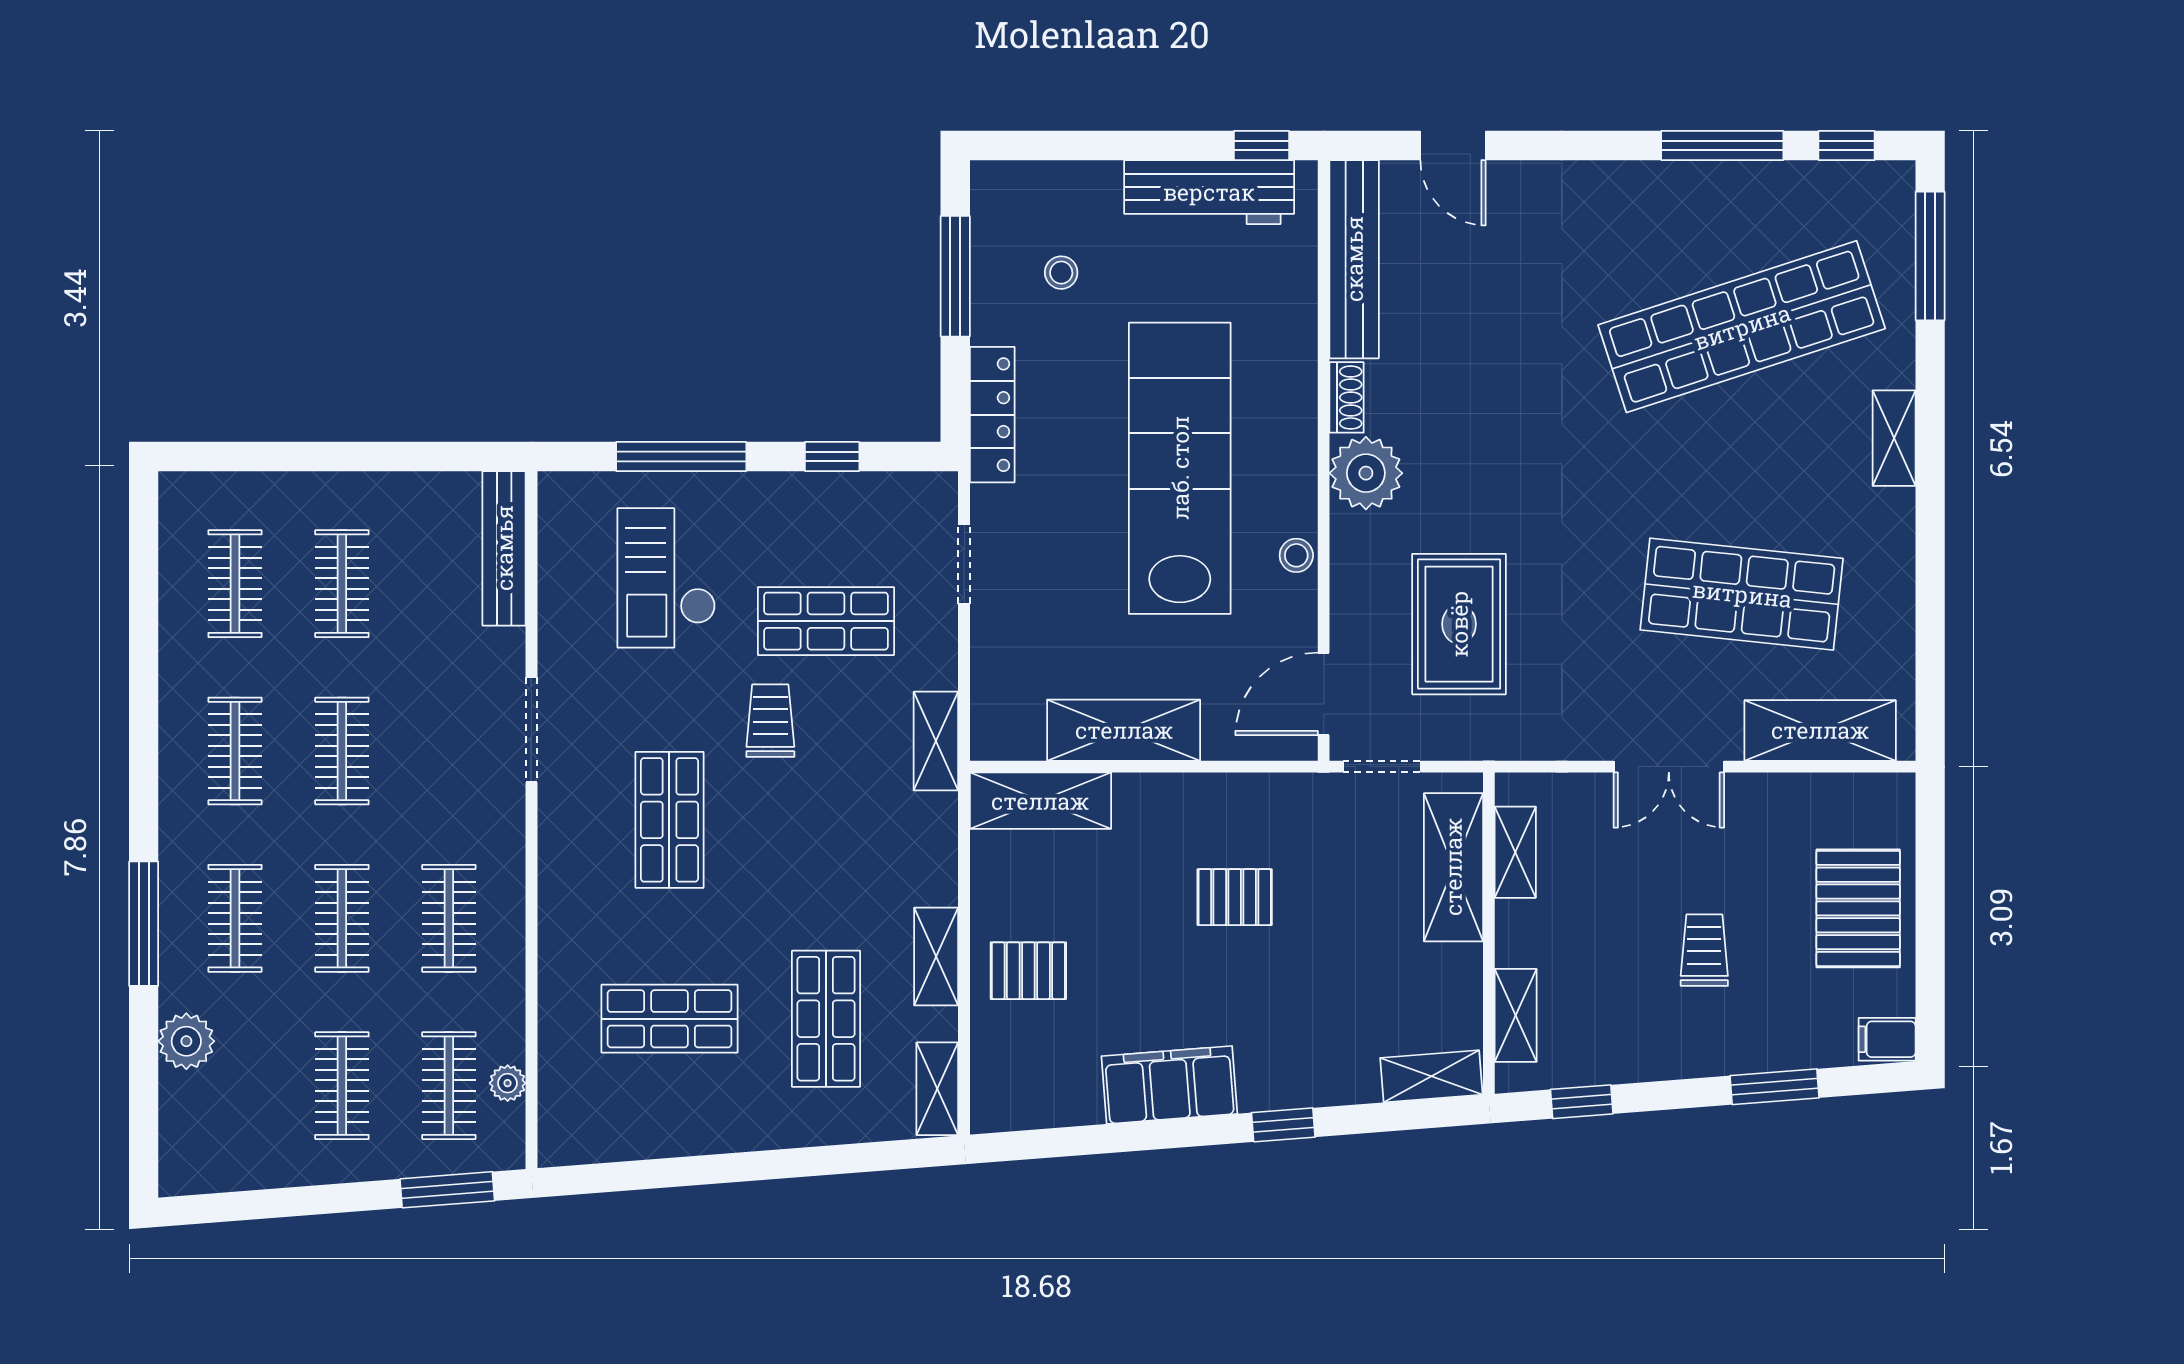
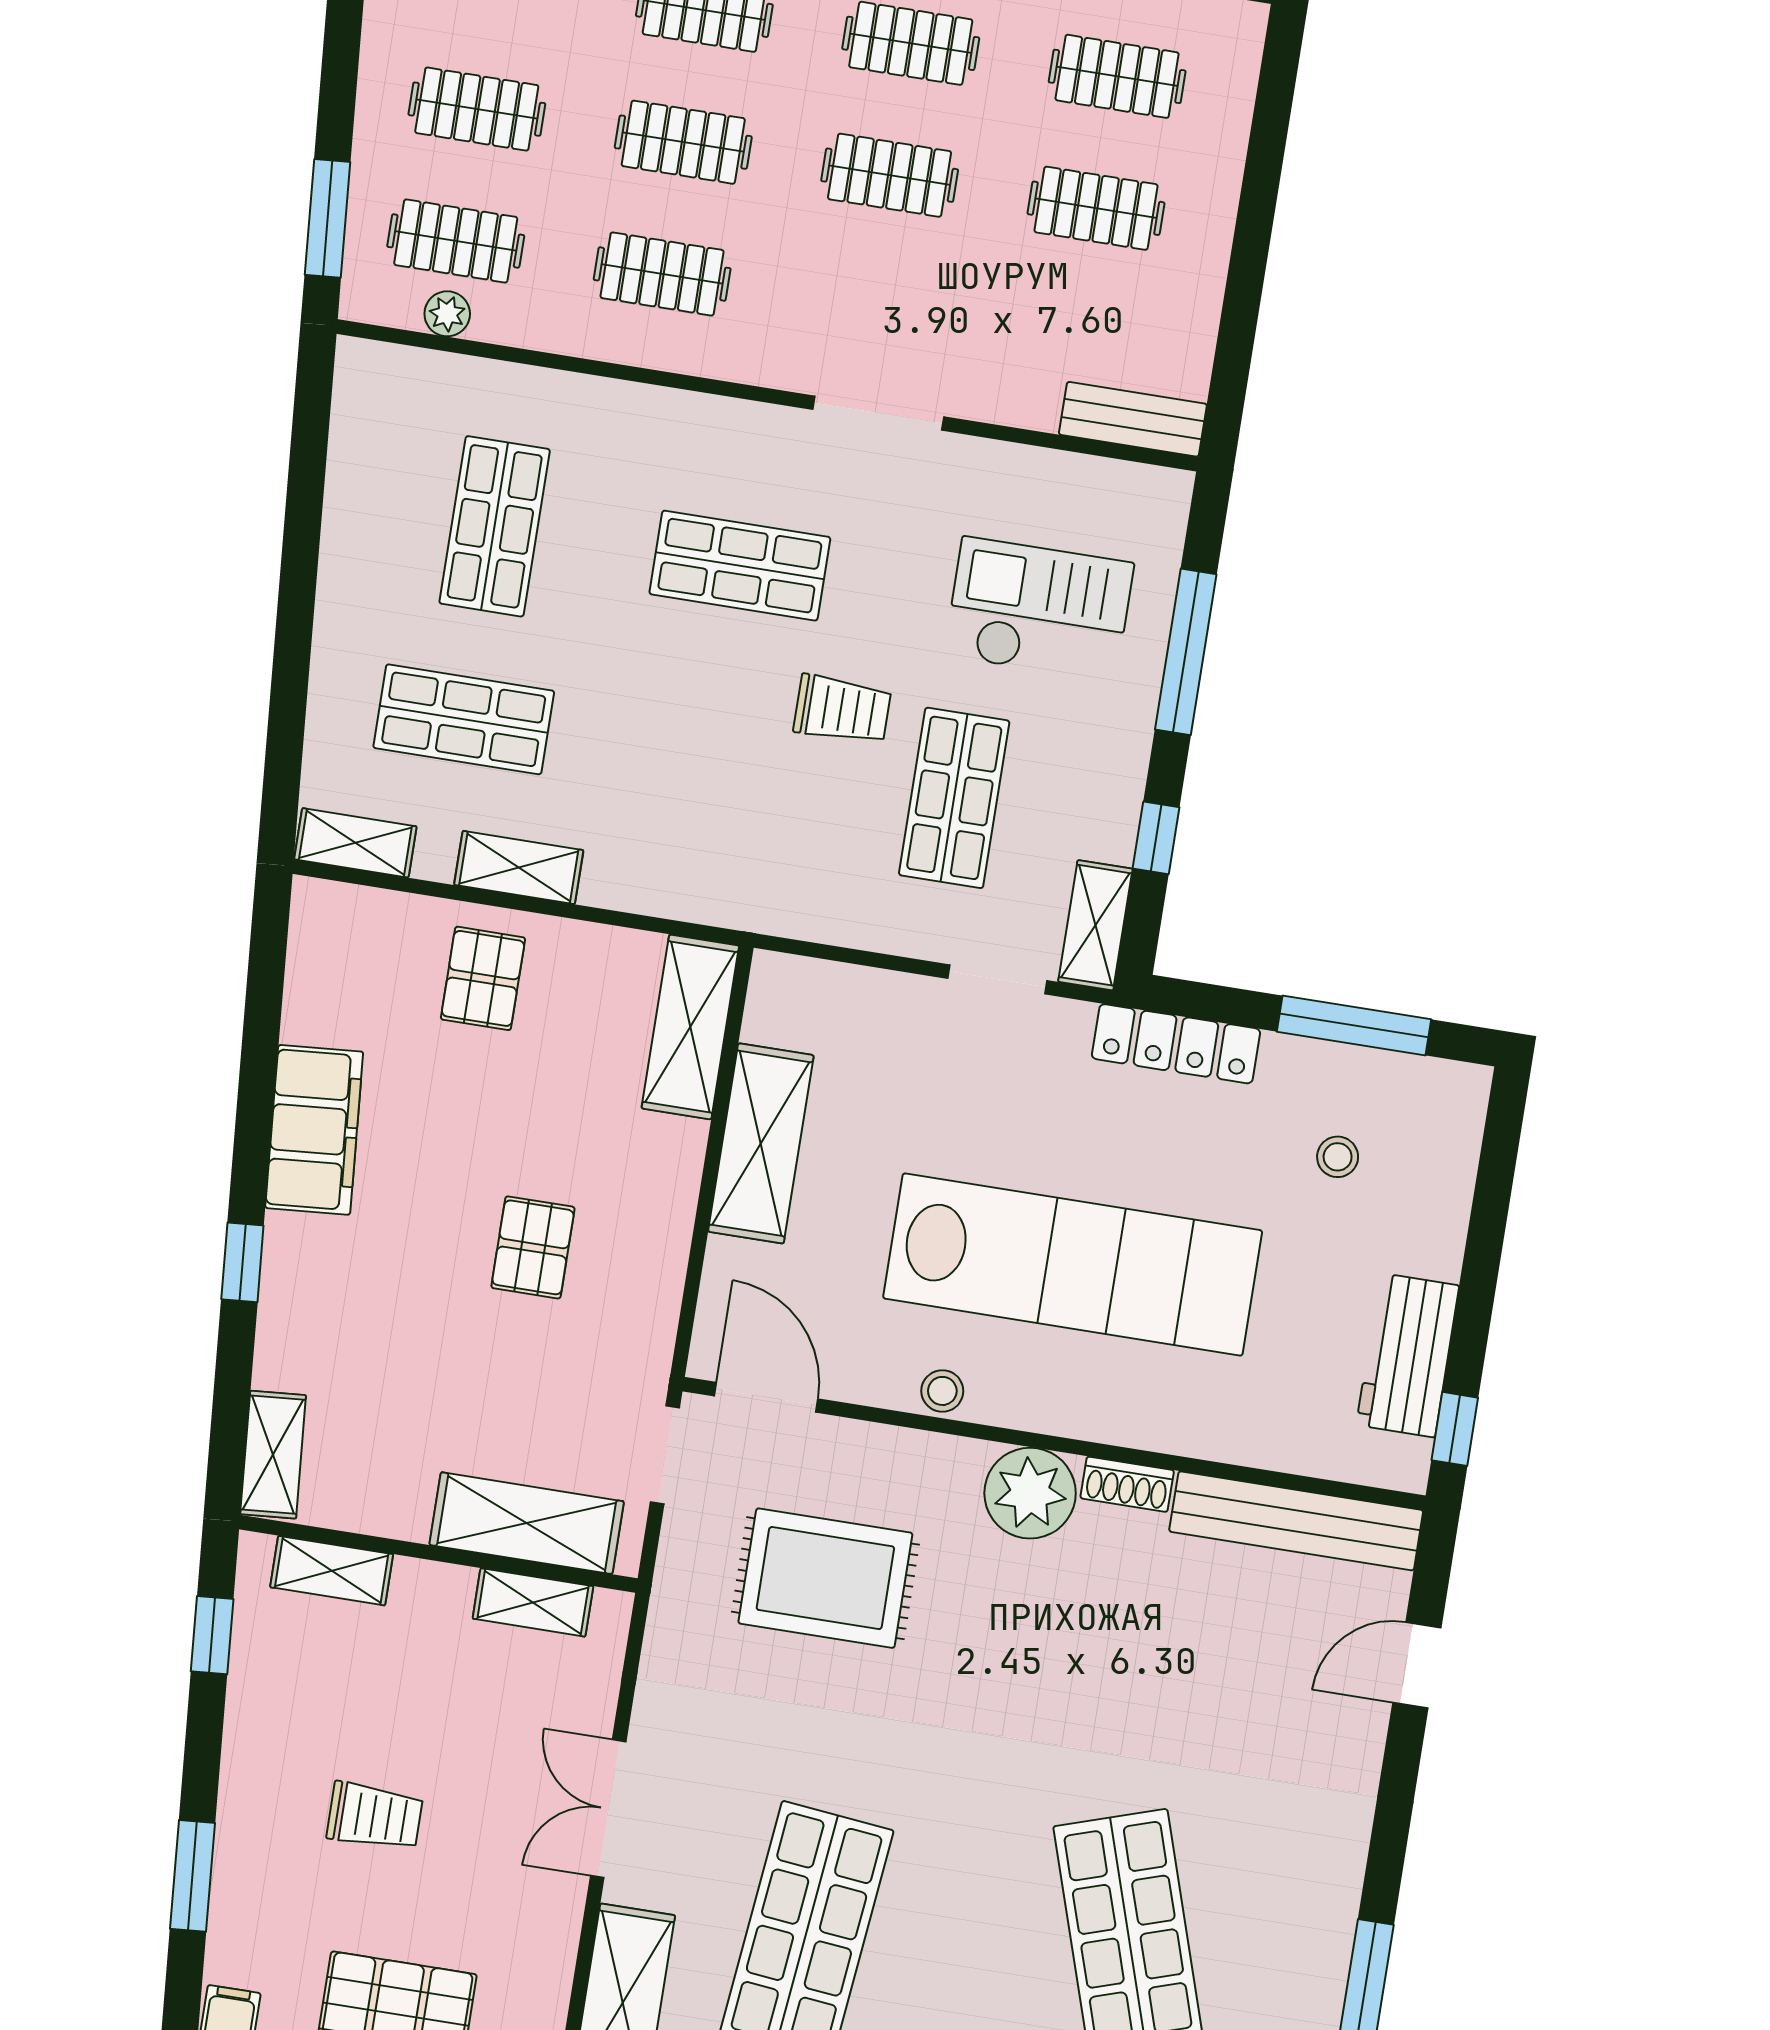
workbench: (1209, 192) -> (1408, 1355), width x0.73
bench: (504, 548) -> (1133, 419), width x0.73
shelving: (936, 741) -> (1095, 925), moved, turned 90

